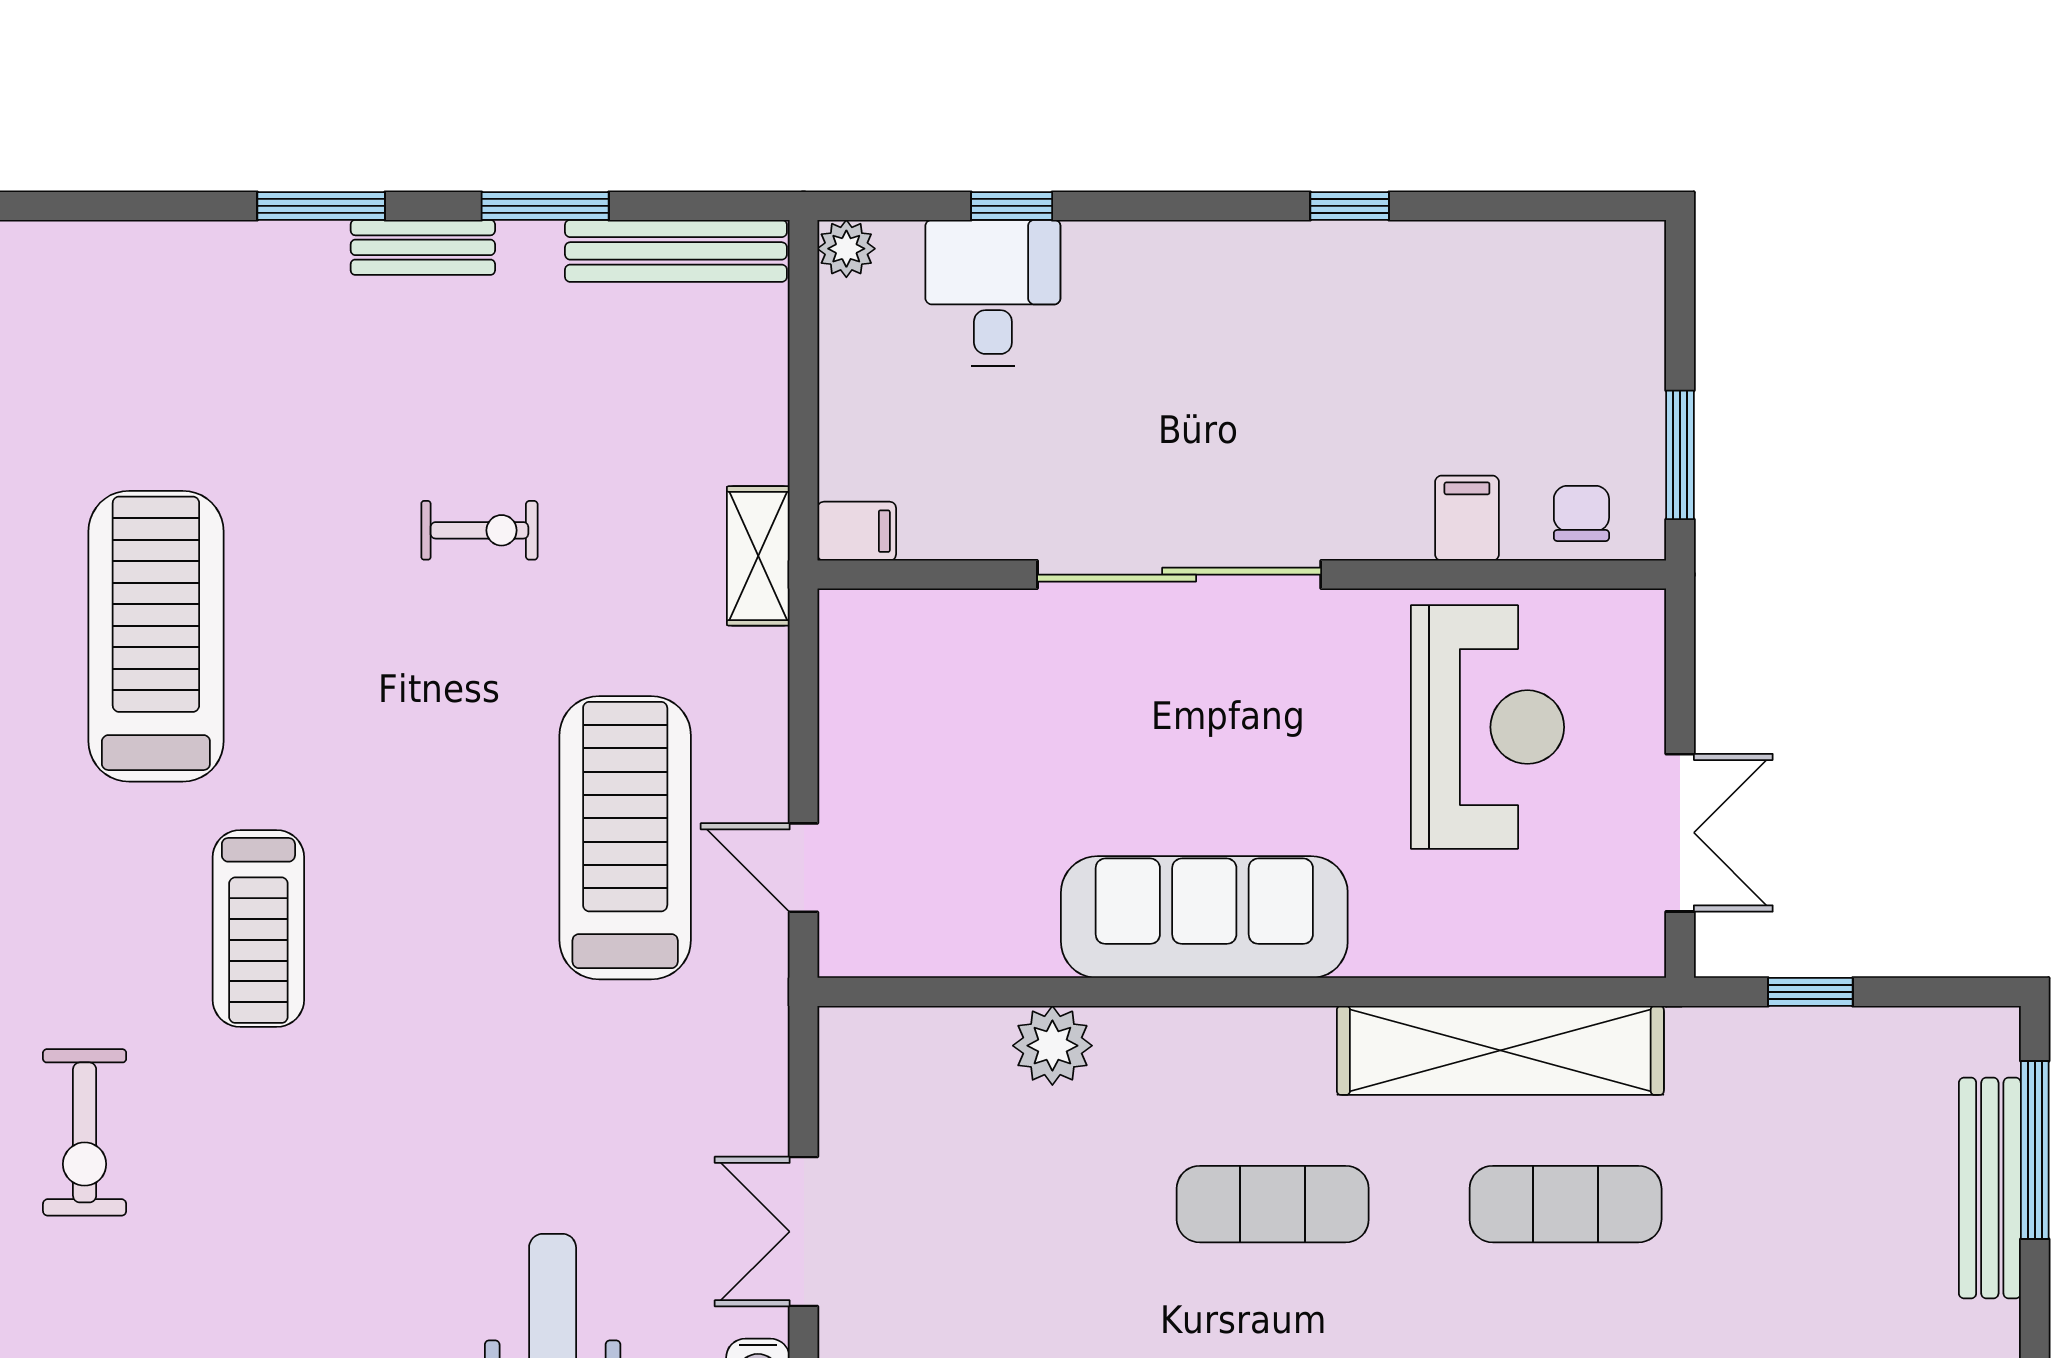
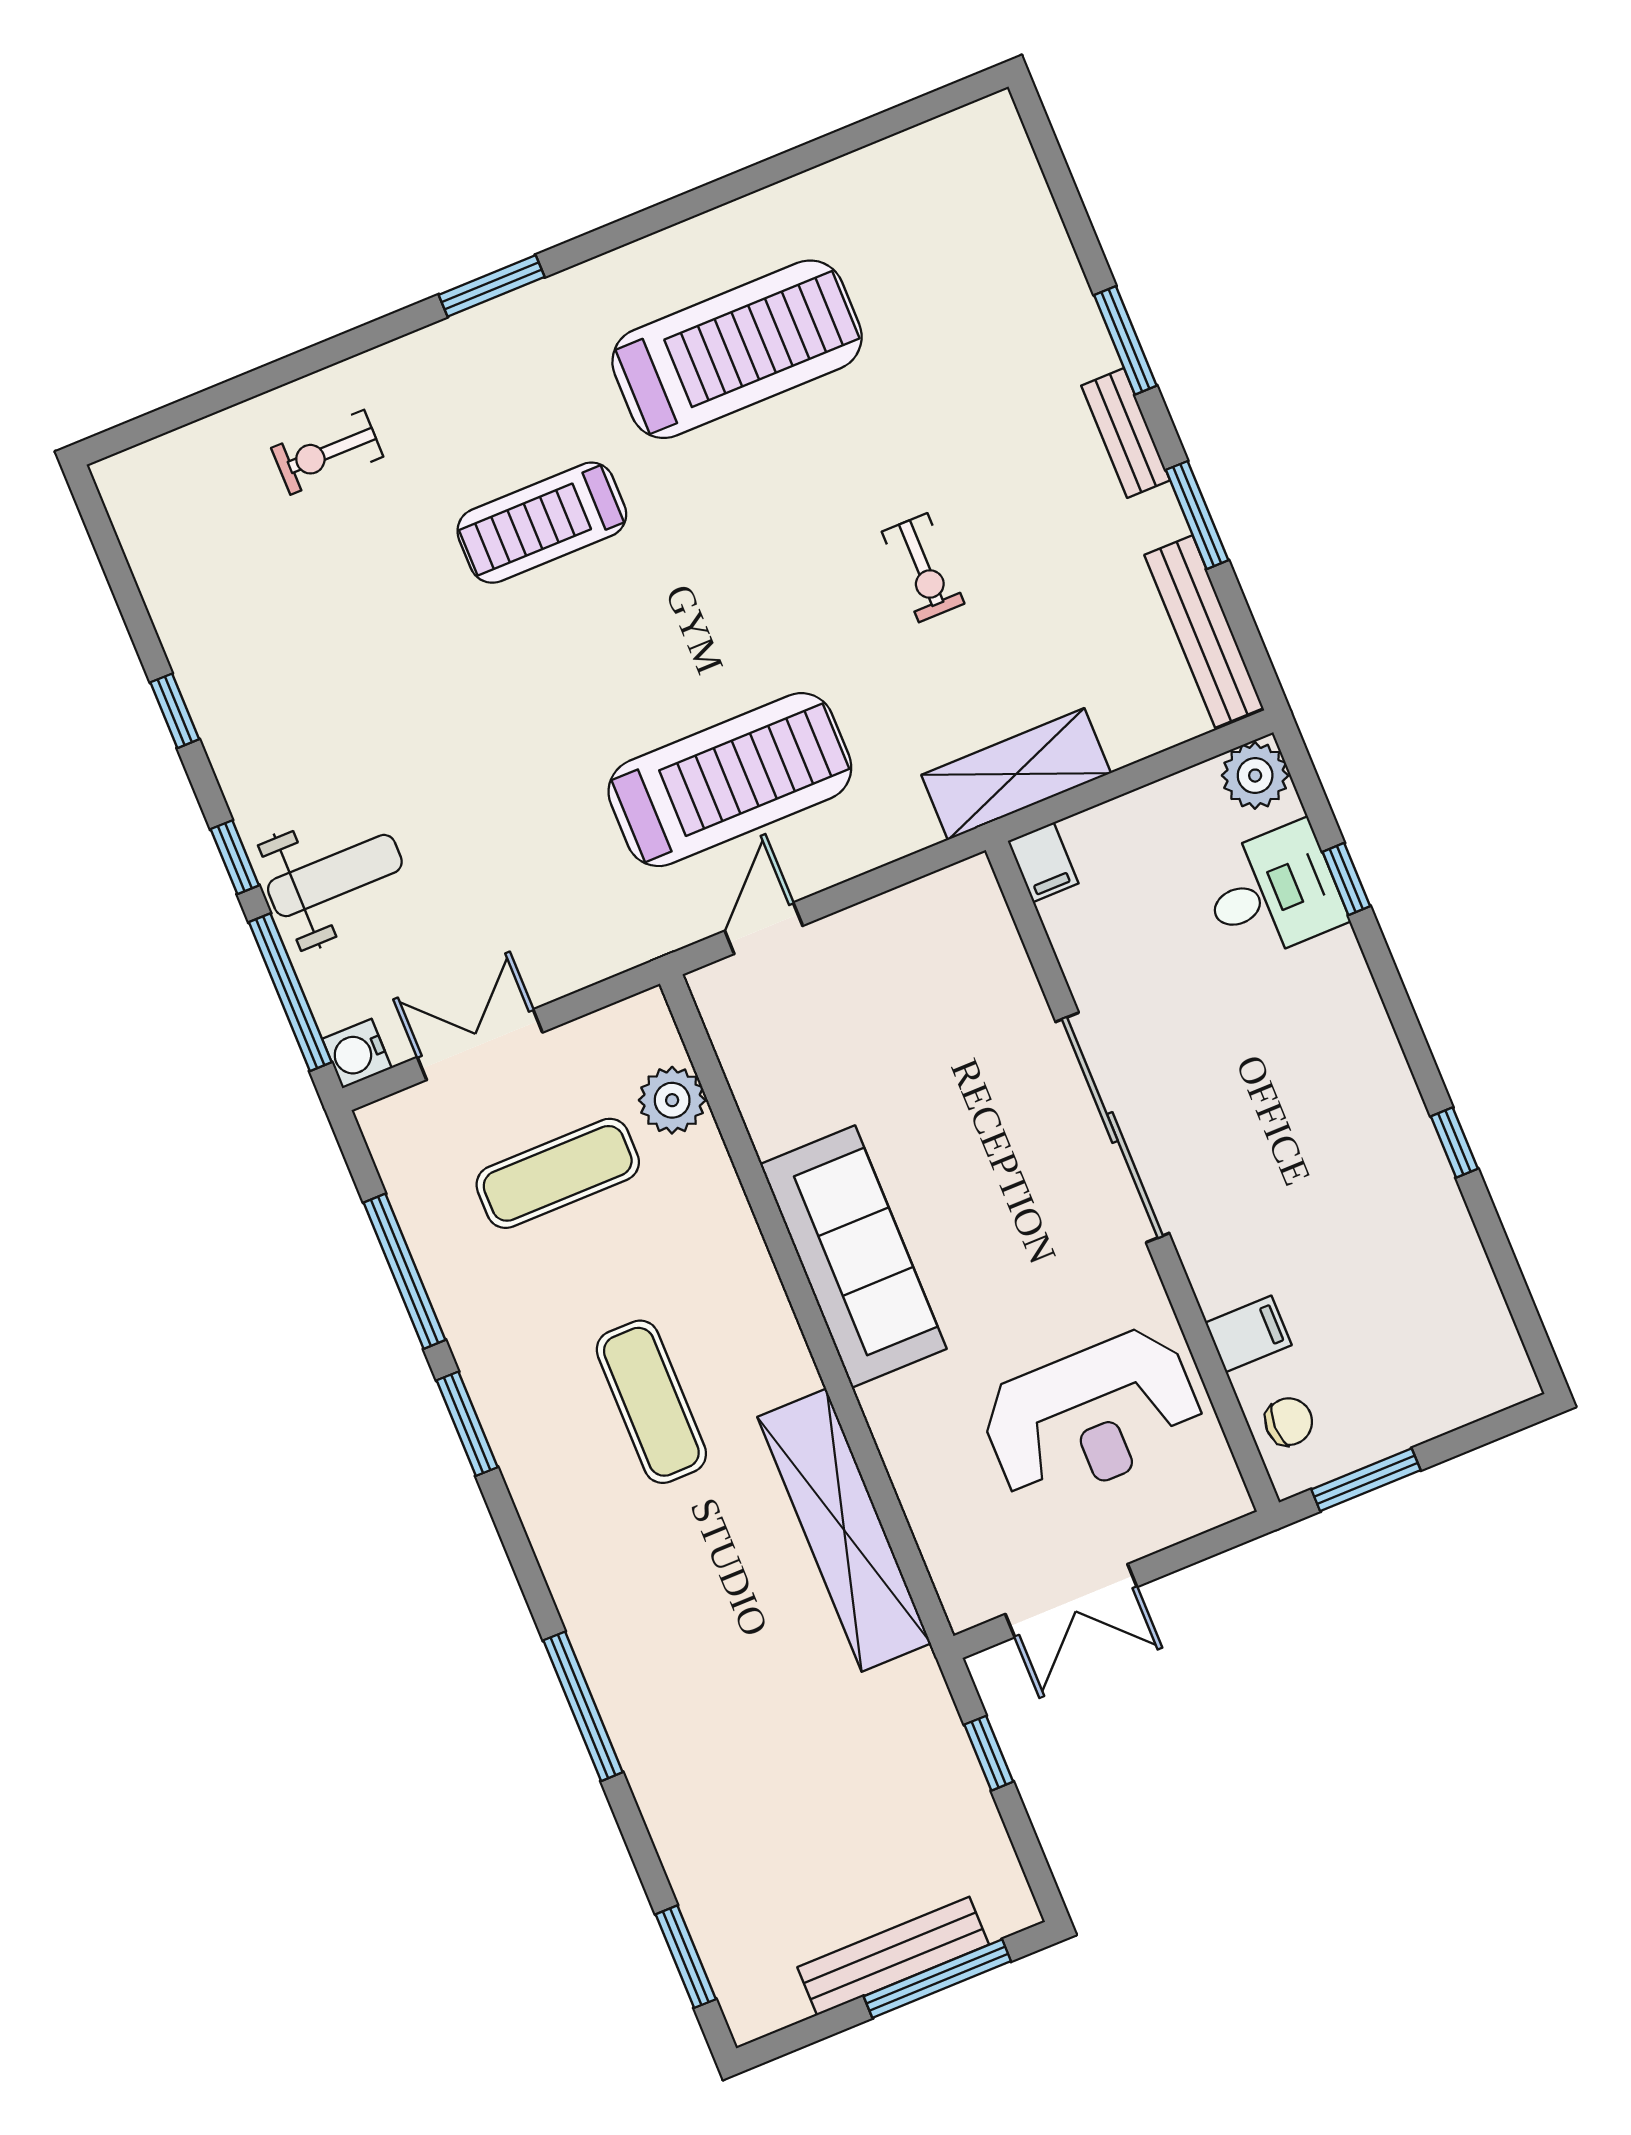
plant: (846, 249) -> (1255, 776), width x1.38, depth x1.38
shelving: (758, 556) -> (1016, 774), width x1.50, depth x1.33
plant: (1052, 1046) -> (672, 1100), moved
exercise bike: (85, 1132) -> (327, 452), width x0.73, depth x0.72
exercise mat: (1566, 1204) -> (558, 1173), moved, turned 90

